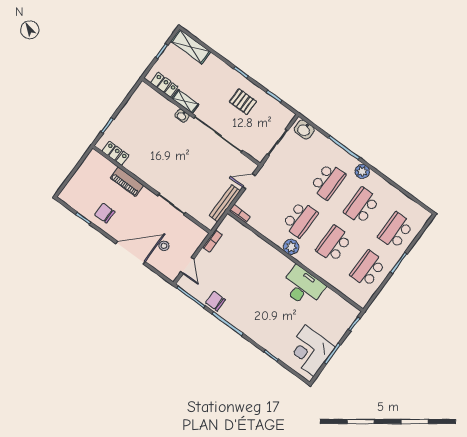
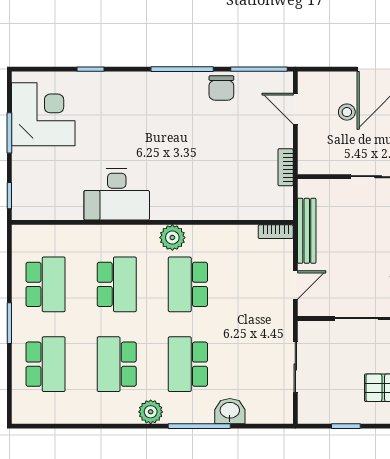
washbasin: (304, 130) -> (230, 411), moved
school desk: (362, 206) -> (117, 364), turned 180
chair: (215, 301) -> (221, 88), turned 90

